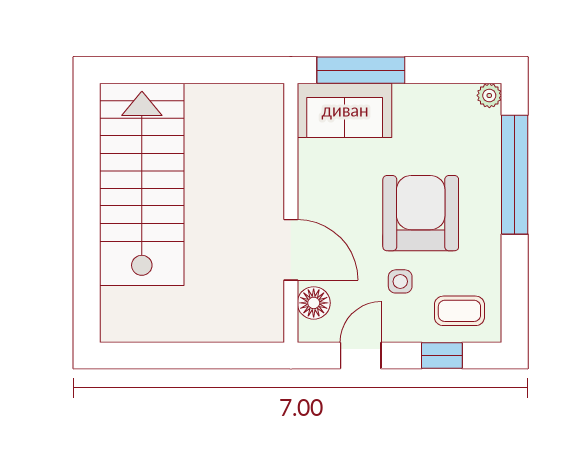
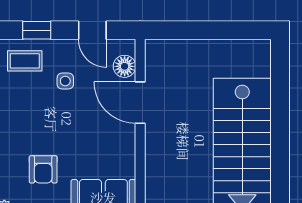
armchair: (421, 213) -> (43, 169), moved, width x0.53, depth x0.53
door: (361, 355) -> (92, 30), hinge flipped

